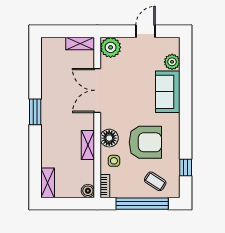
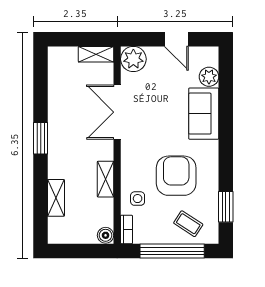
door: (146, 31) -> (176, 39), swing flipped
floor lamp: (109, 138) -> (132, 171), removed
armchair: (145, 142) -> (176, 176), turned -90
window: (186, 167) -> (226, 207), width x1.50
shelving: (48, 183) -> (56, 198), moved

